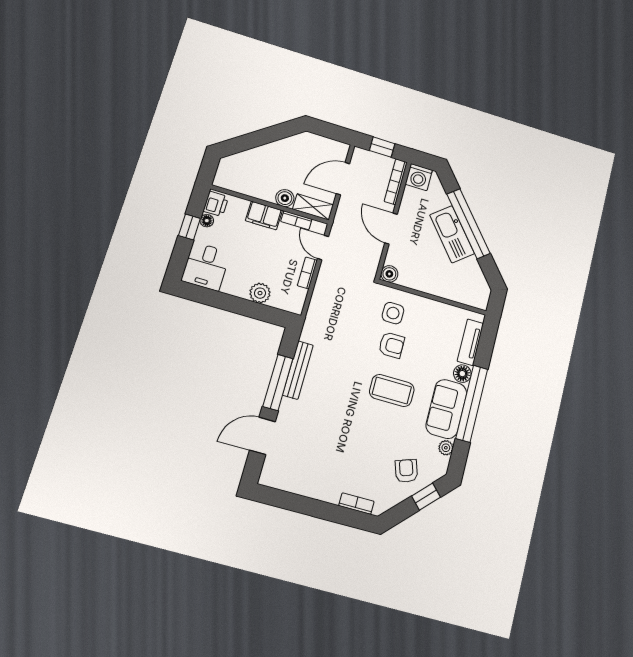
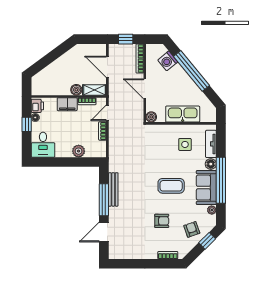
washing machine: (419, 177) -> (168, 61), moved, turned 50
door: (343, 179) -> (107, 67), hinge flipped
kitchen sink: (452, 234) -> (183, 114), moved, turned 130
door: (323, 248) -> (107, 113), hinge flipped
side table: (393, 313) -> (185, 144), moved
armchair: (391, 345) -> (162, 221), moved

